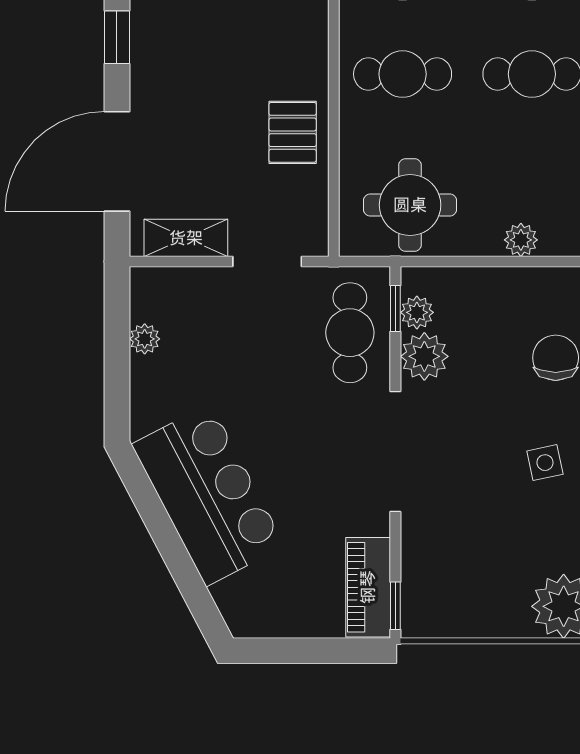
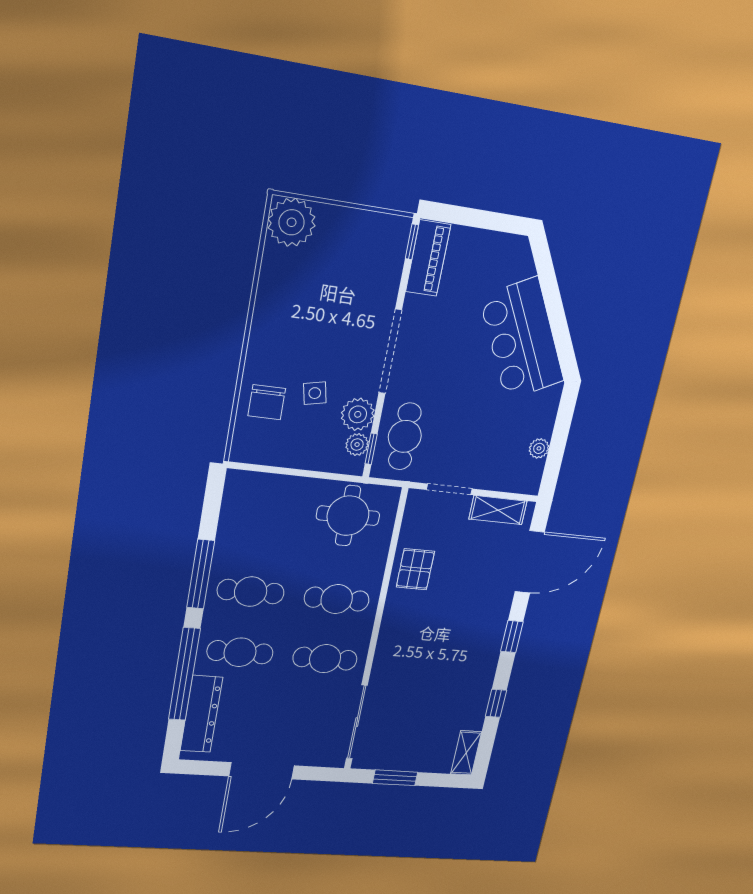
plant: (521, 240) -> (277, 485), removed
side table: (545, 463) -> (315, 393), moved

